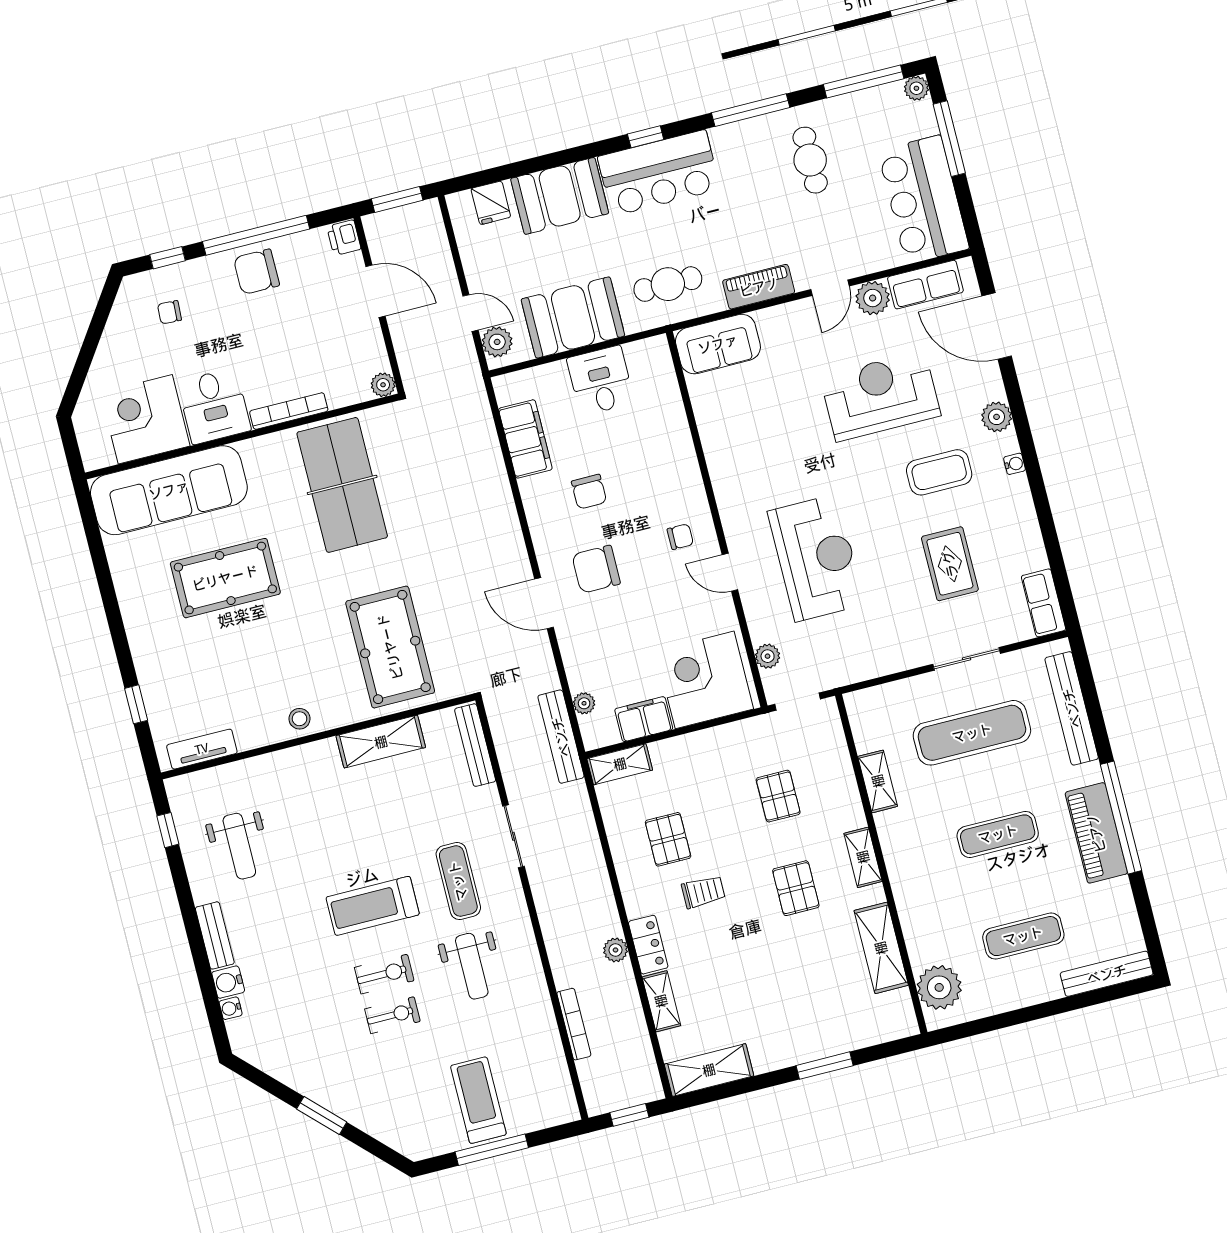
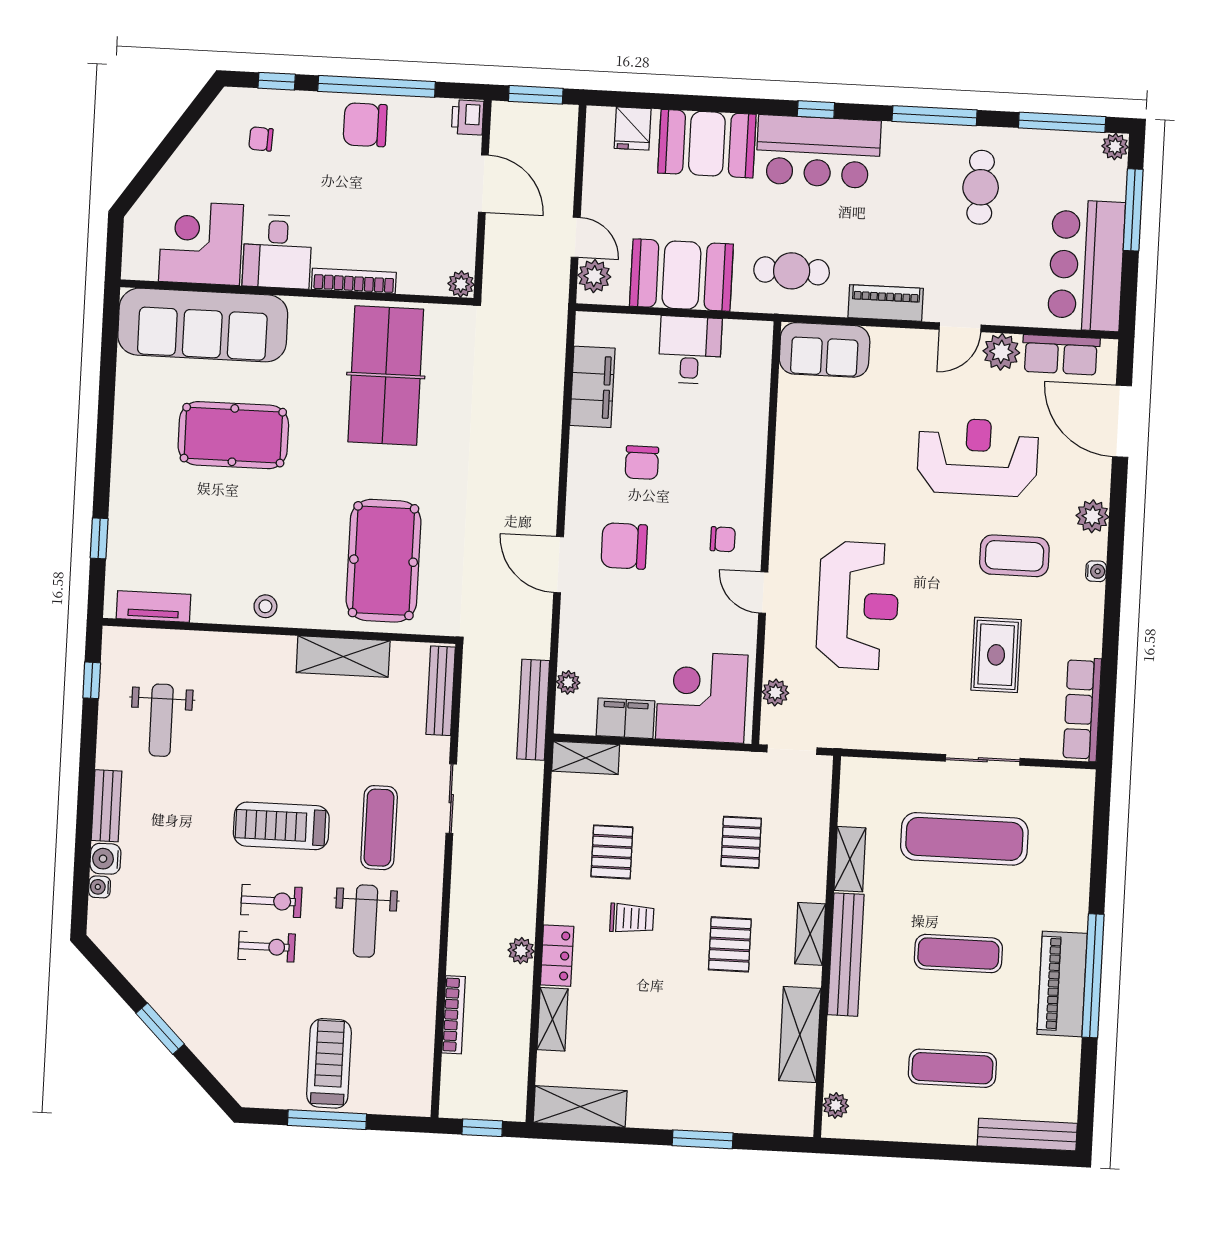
row of seats: (1044, 603) -> (1082, 710), width x1.48
bench: (1072, 708) -> (846, 955), moved
plant: (939, 987) -> (836, 1105), width x0.53, depth x0.53

